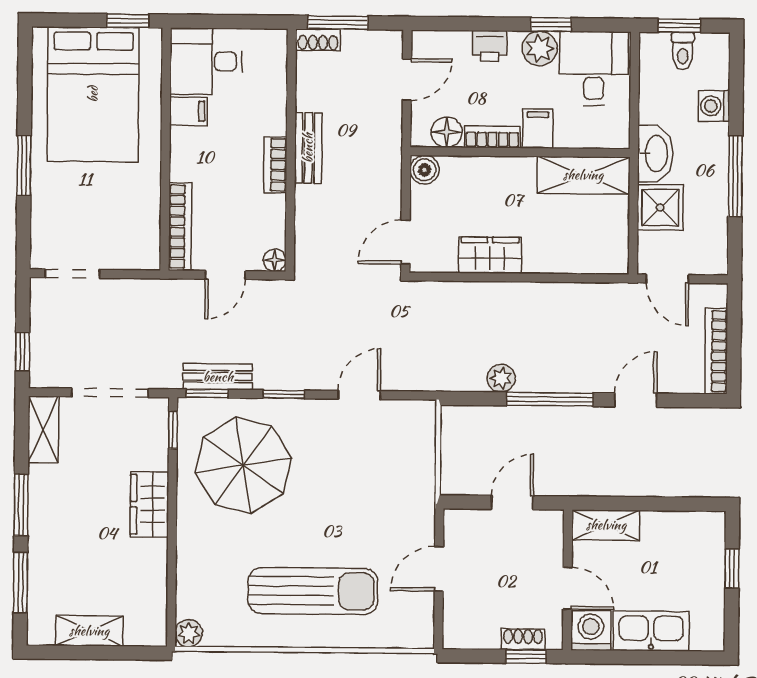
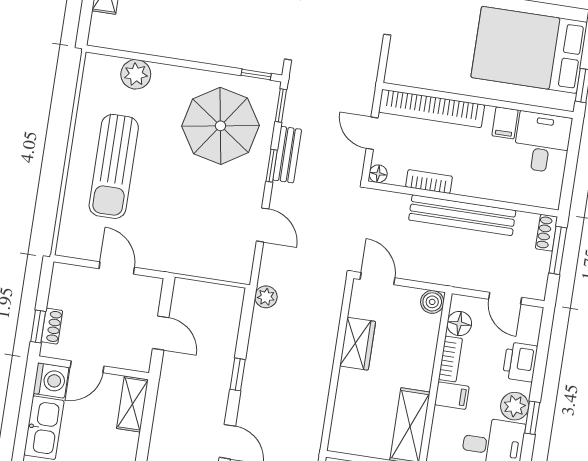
printer: (490, 46) -> (520, 362), width x1.36, depth x1.24
bench: (308, 148) -> (462, 215), width x1.86, depth x1.21
bookcase: (275, 165) -> (429, 182), moved
bookcase: (180, 227) -> (432, 108), width x1.48, depth x1.31
bench: (218, 377) -> (287, 155), moved
plant: (501, 378) -> (266, 297), moved
window: (550, 399) -> (238, 374), width x0.46
wardrobe: (149, 504) -> (200, 48), removed
plant: (189, 633) -> (136, 74), moved, width x1.38, depth x1.38

